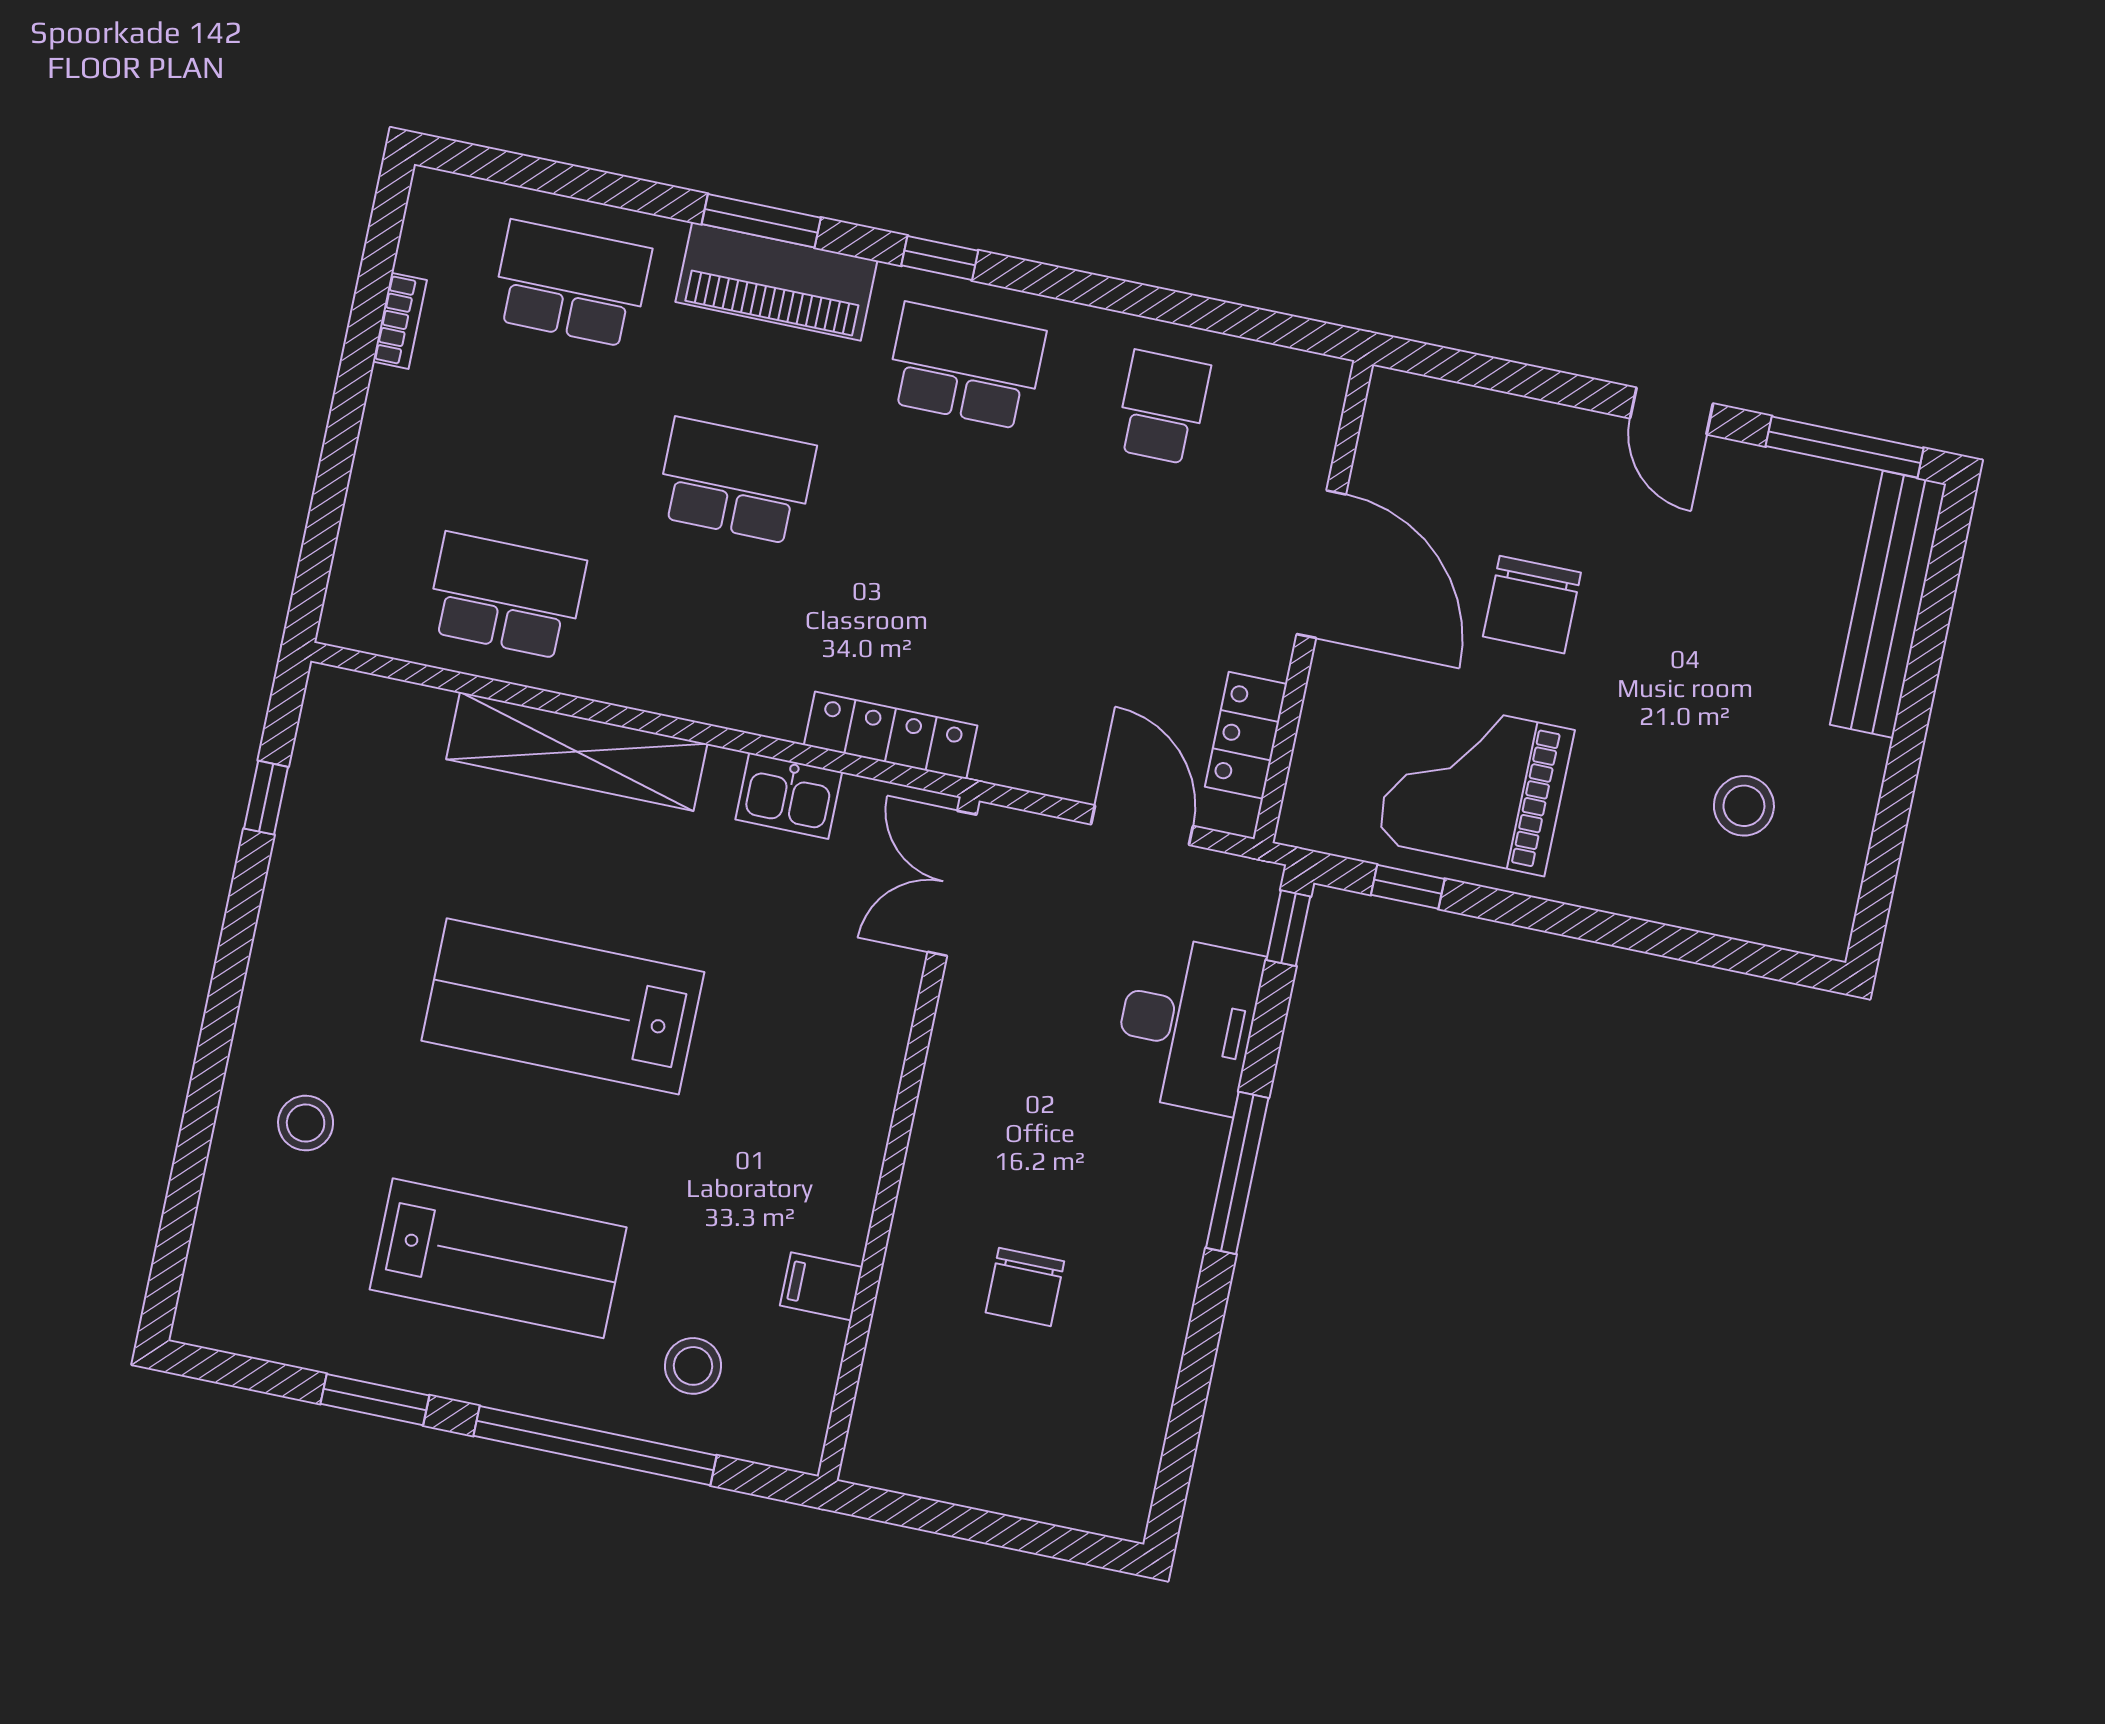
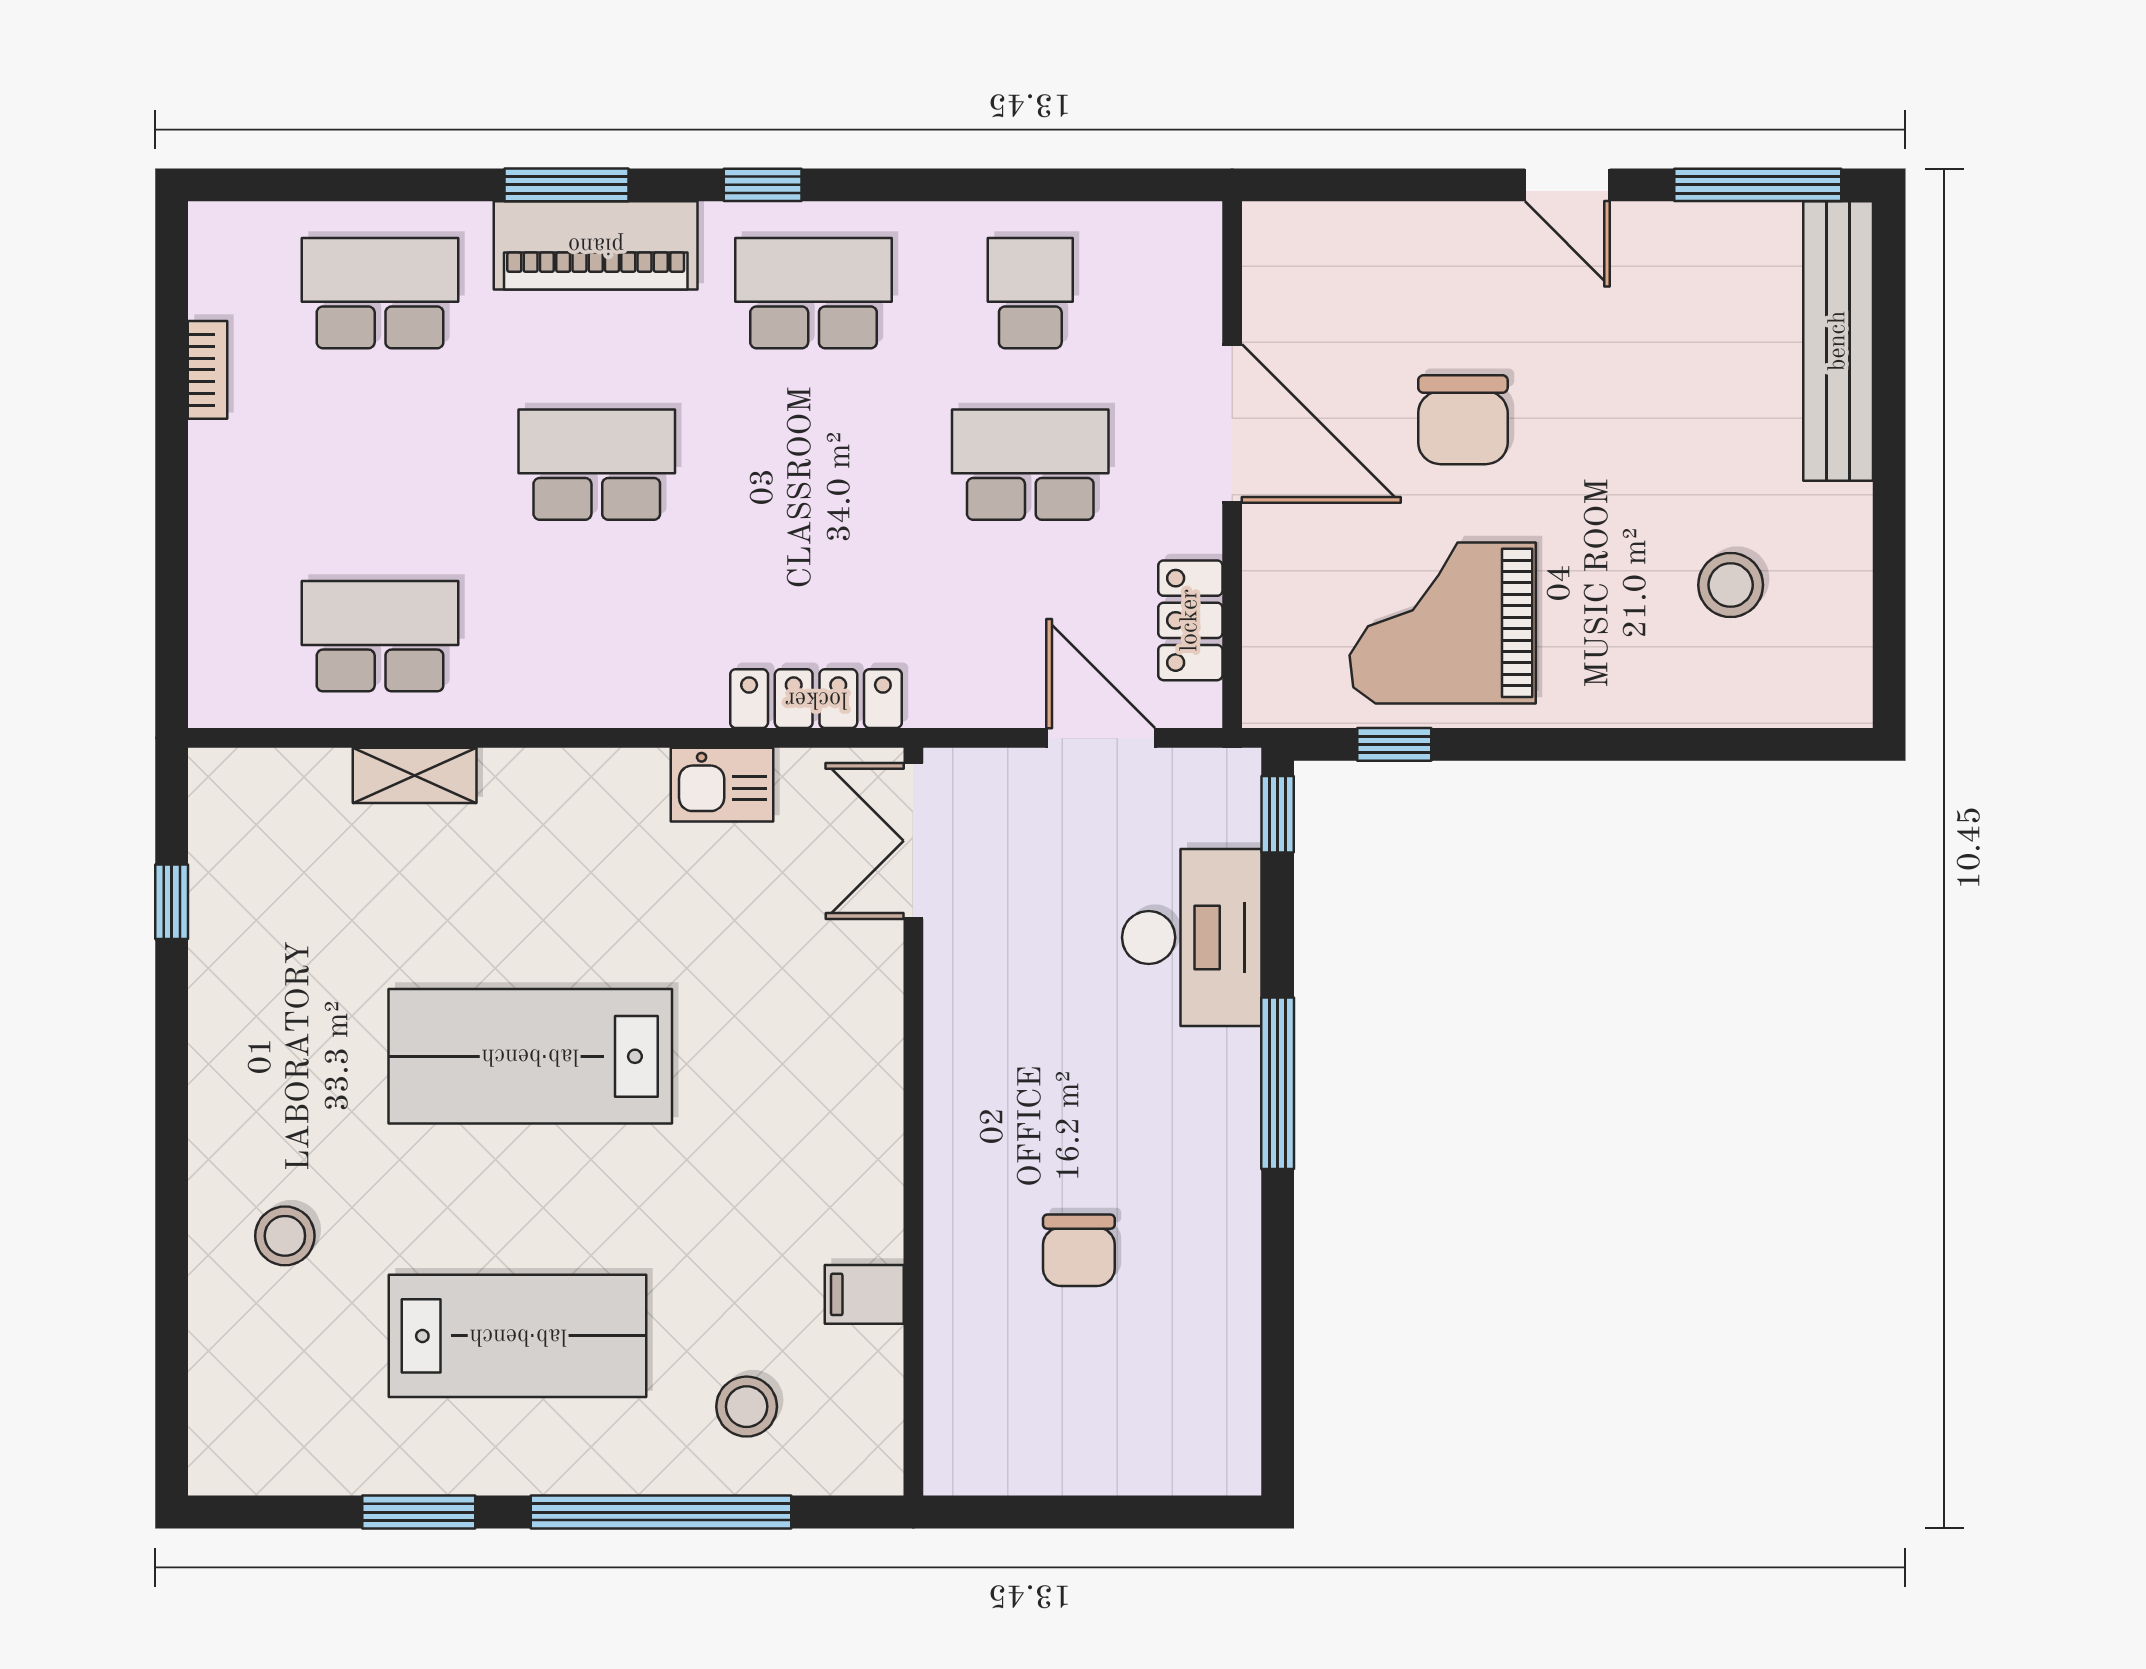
school desk: (1130, 563) -> (1030, 465), added
shelving: (577, 751) -> (415, 775), width x0.45, depth x0.75

